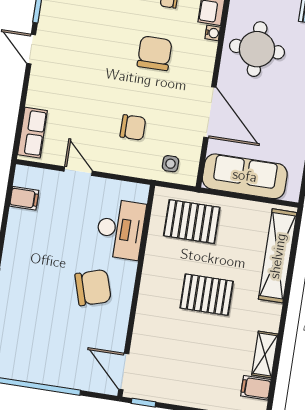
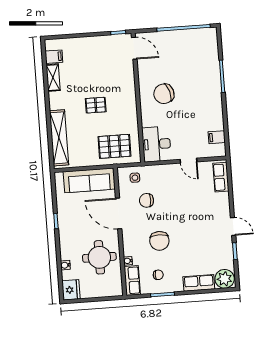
chair: (133, 127) -> (147, 200), moved
desk: (120, 229) -> (157, 144), moved
pallet: (207, 295) -> (96, 105), width x0.67, depth x0.71

